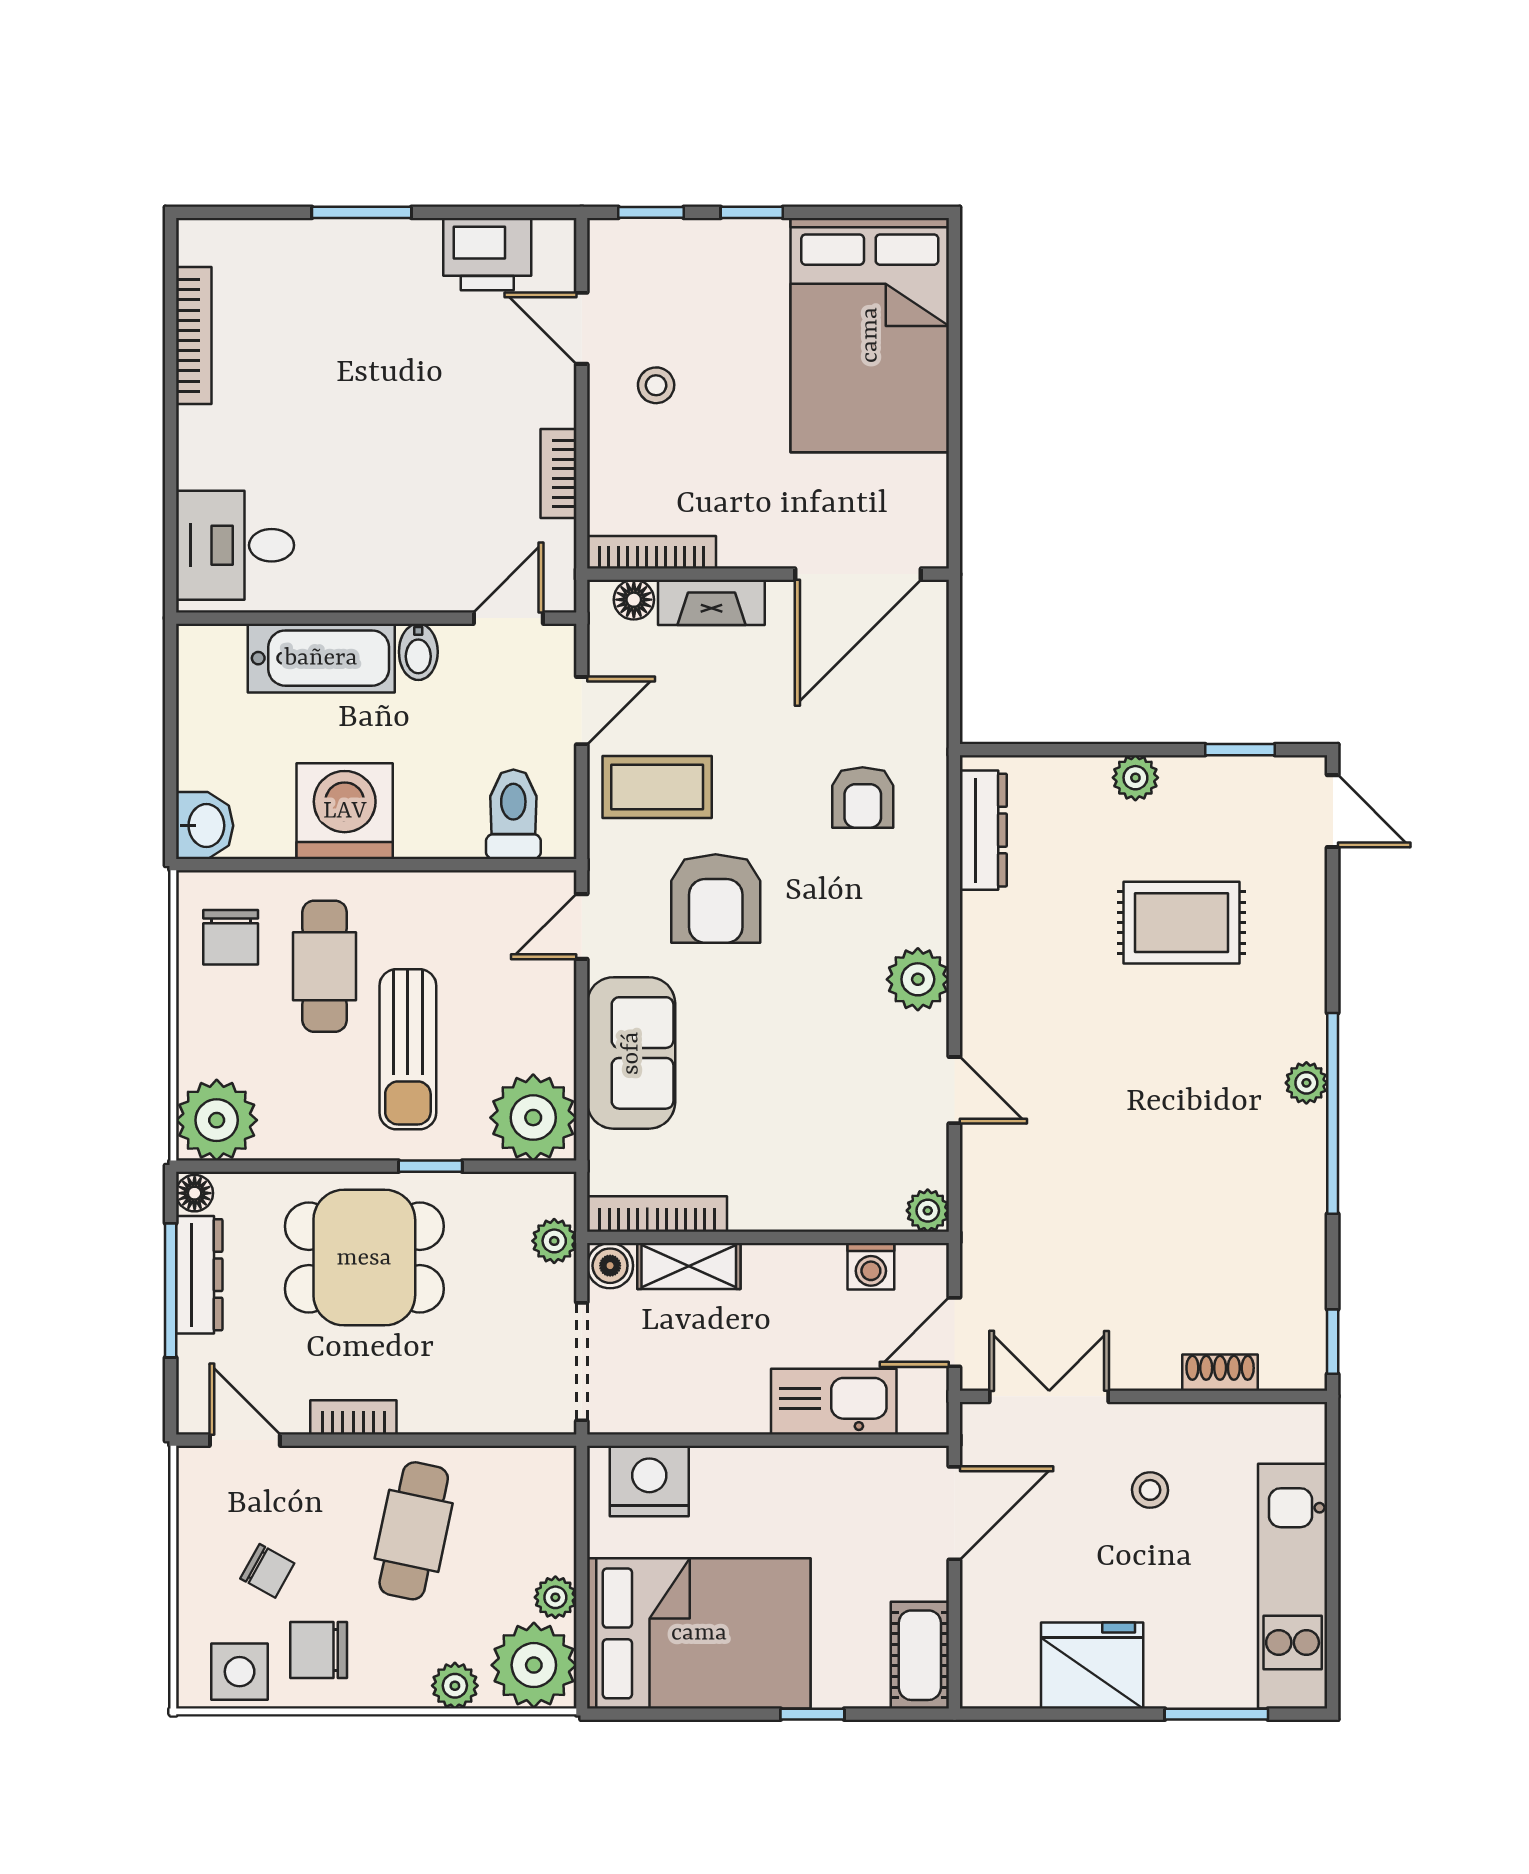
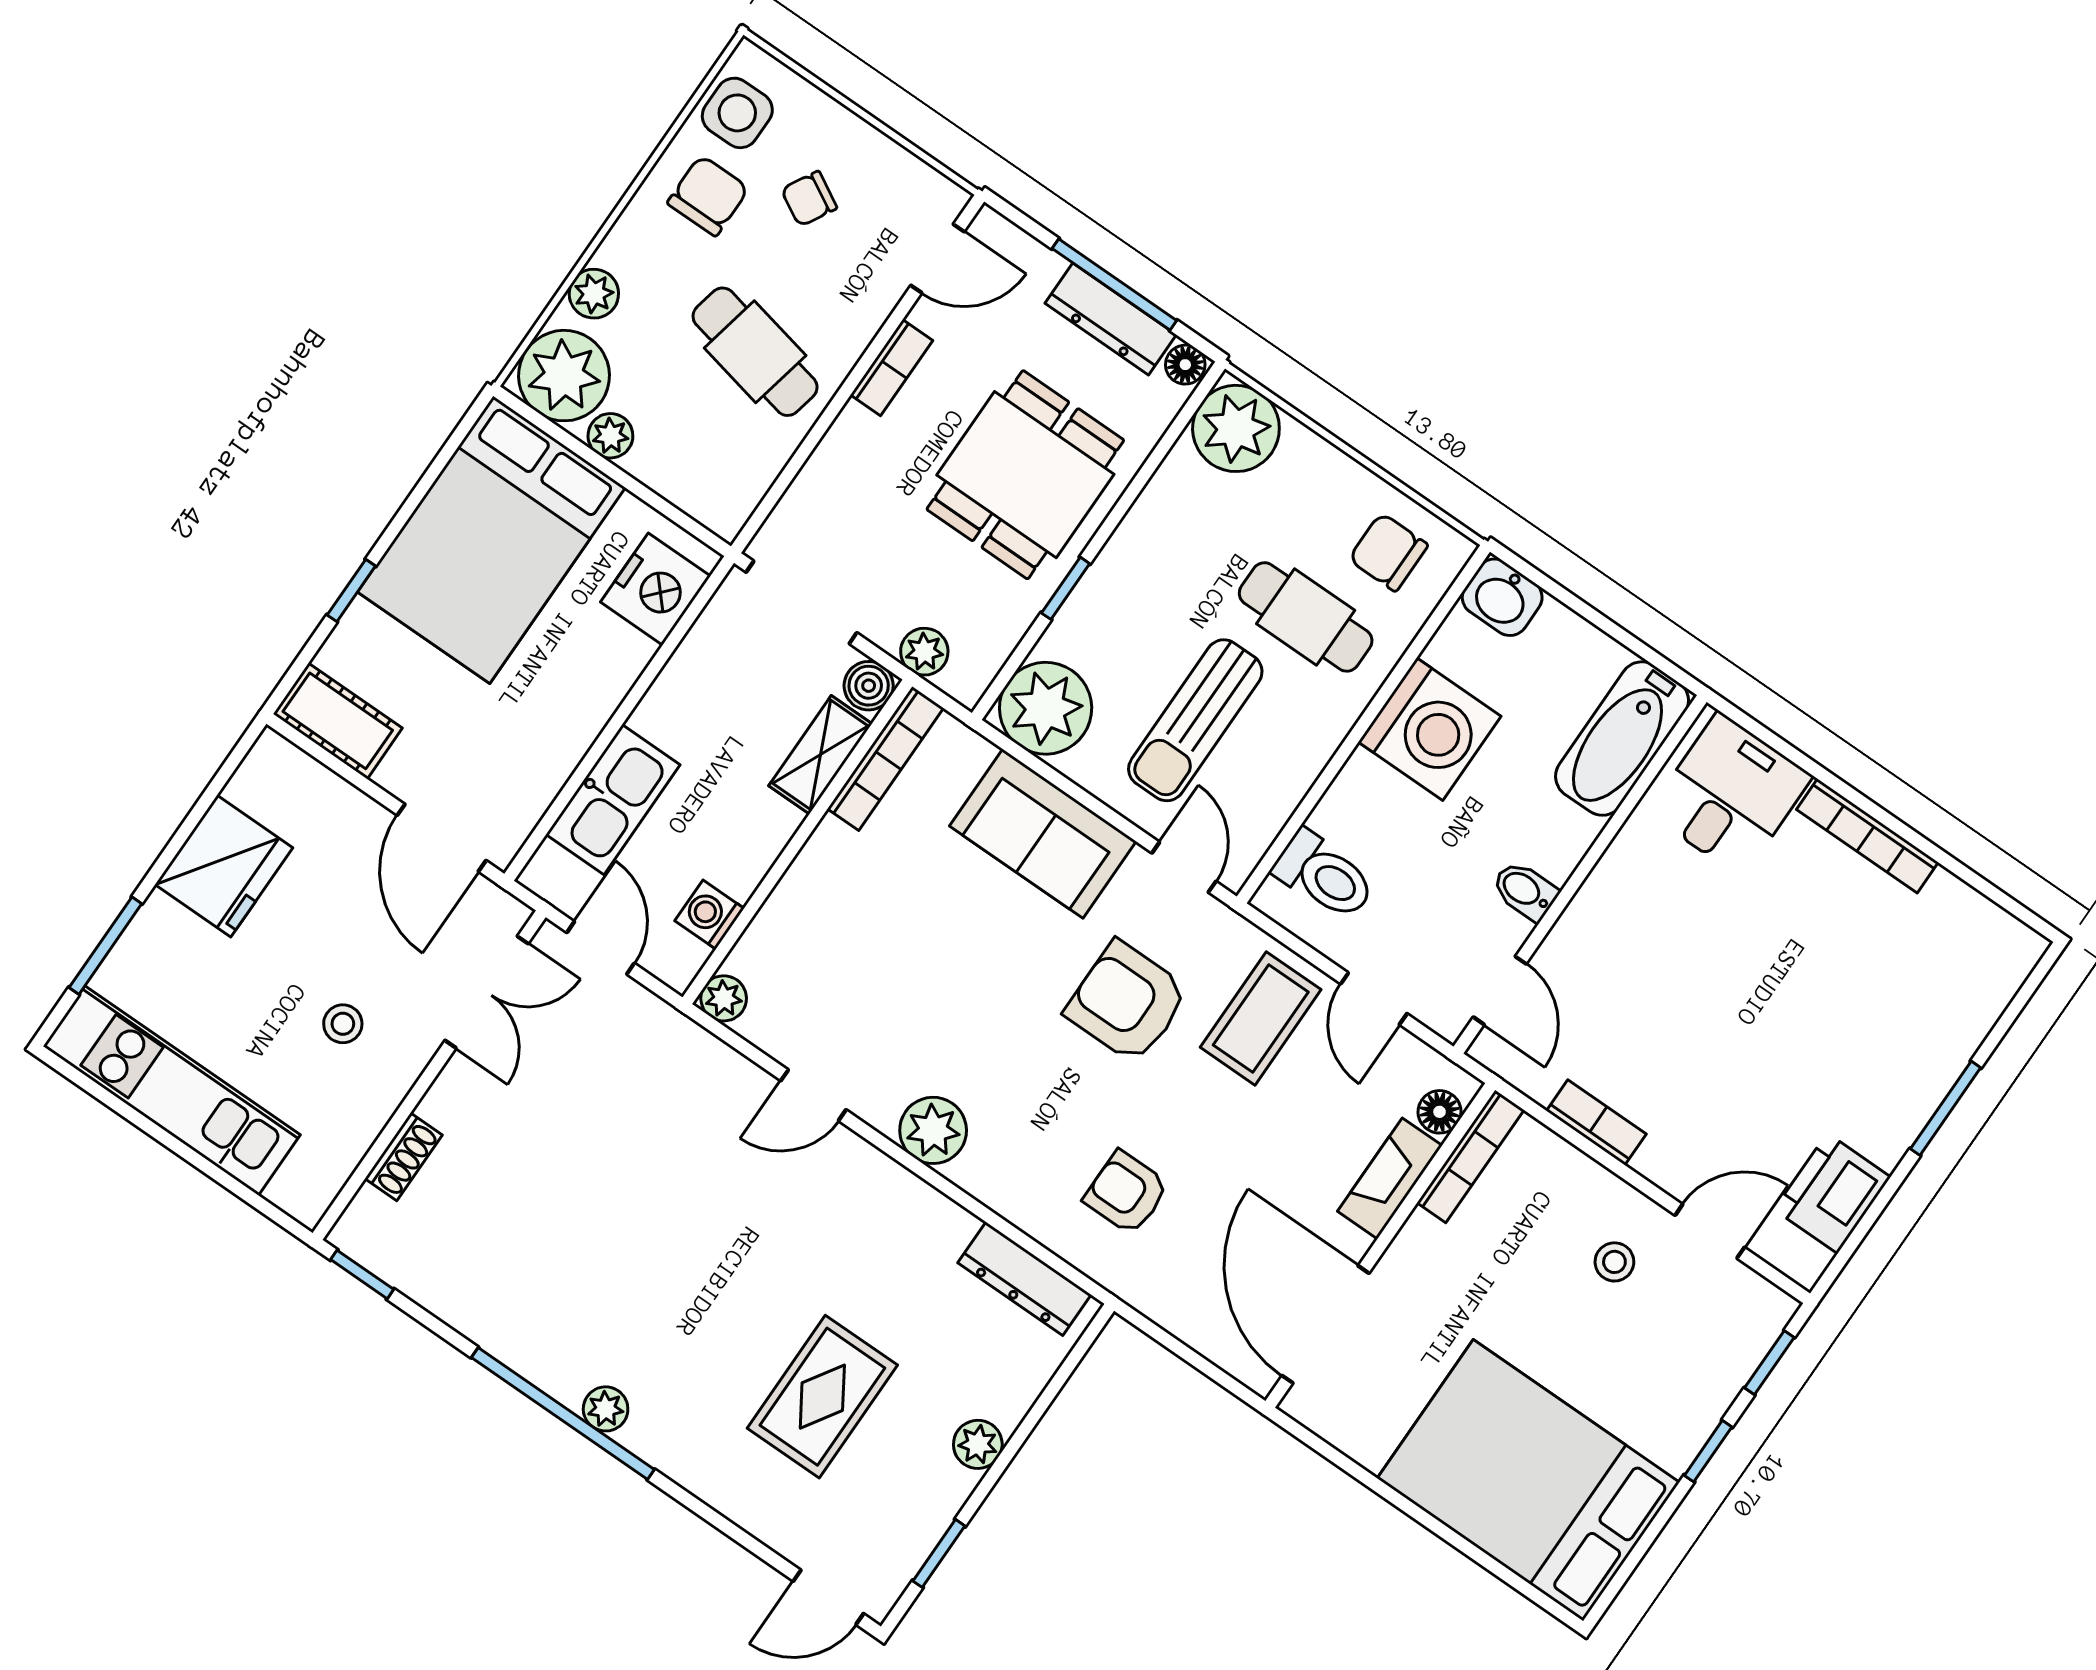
bookcase: (194, 335) -> (1867, 836), moved
bathtub: (321, 658) -> (1622, 739), moved
sun lounger: (408, 1049) -> (1195, 720), moved, turned -90

